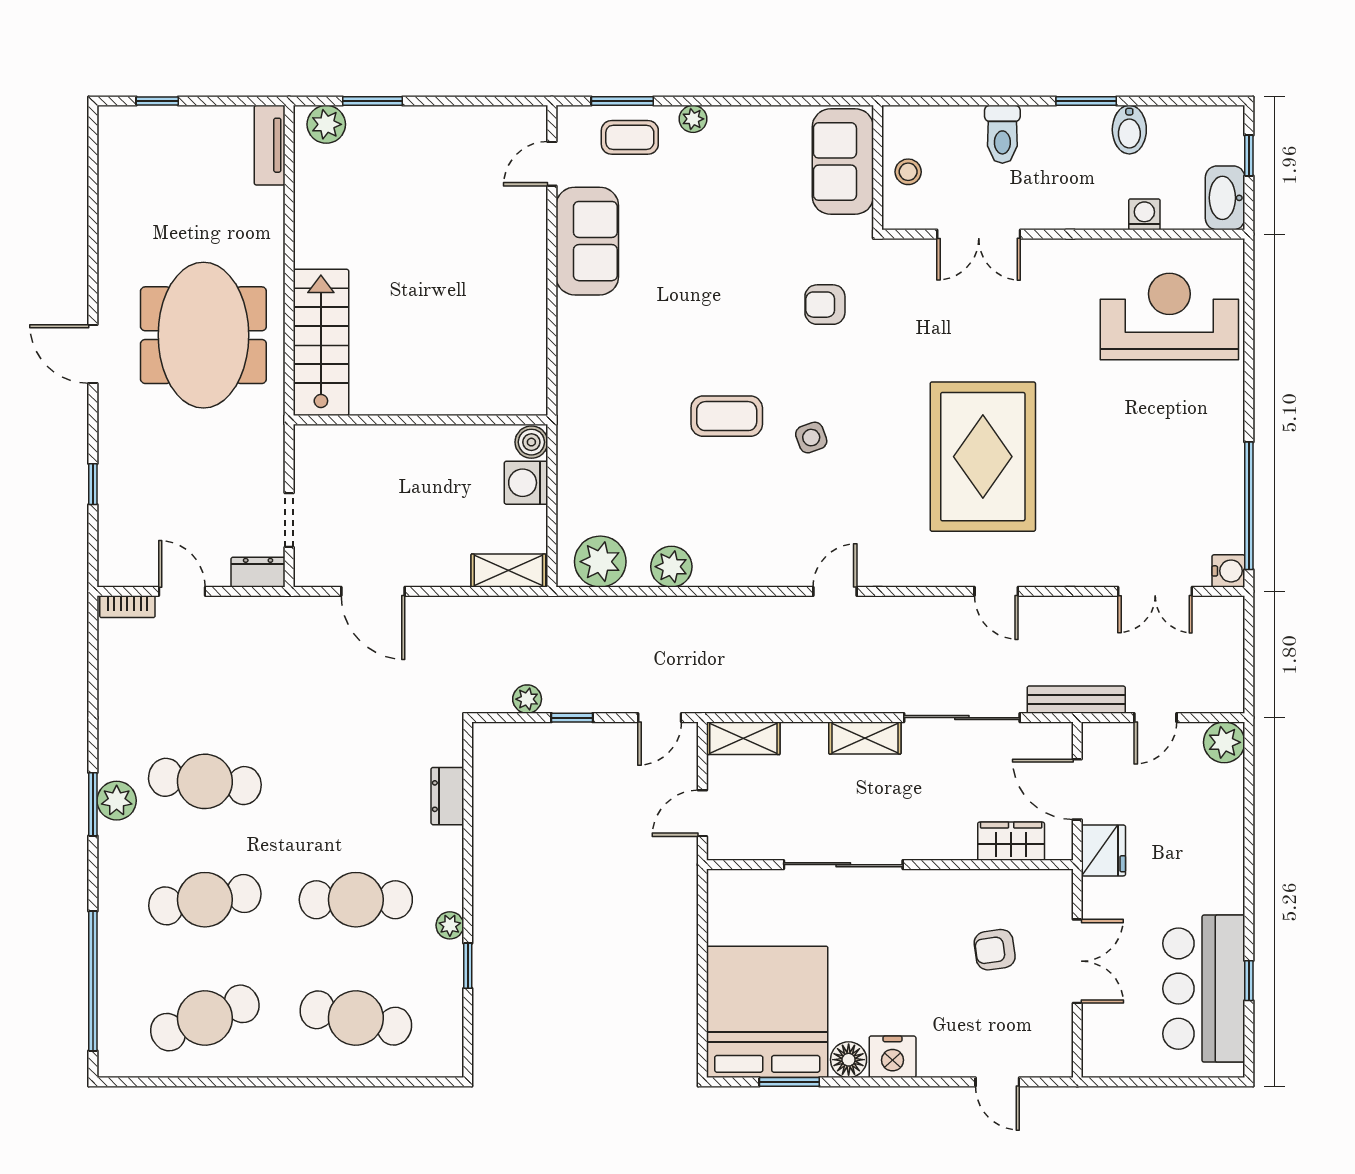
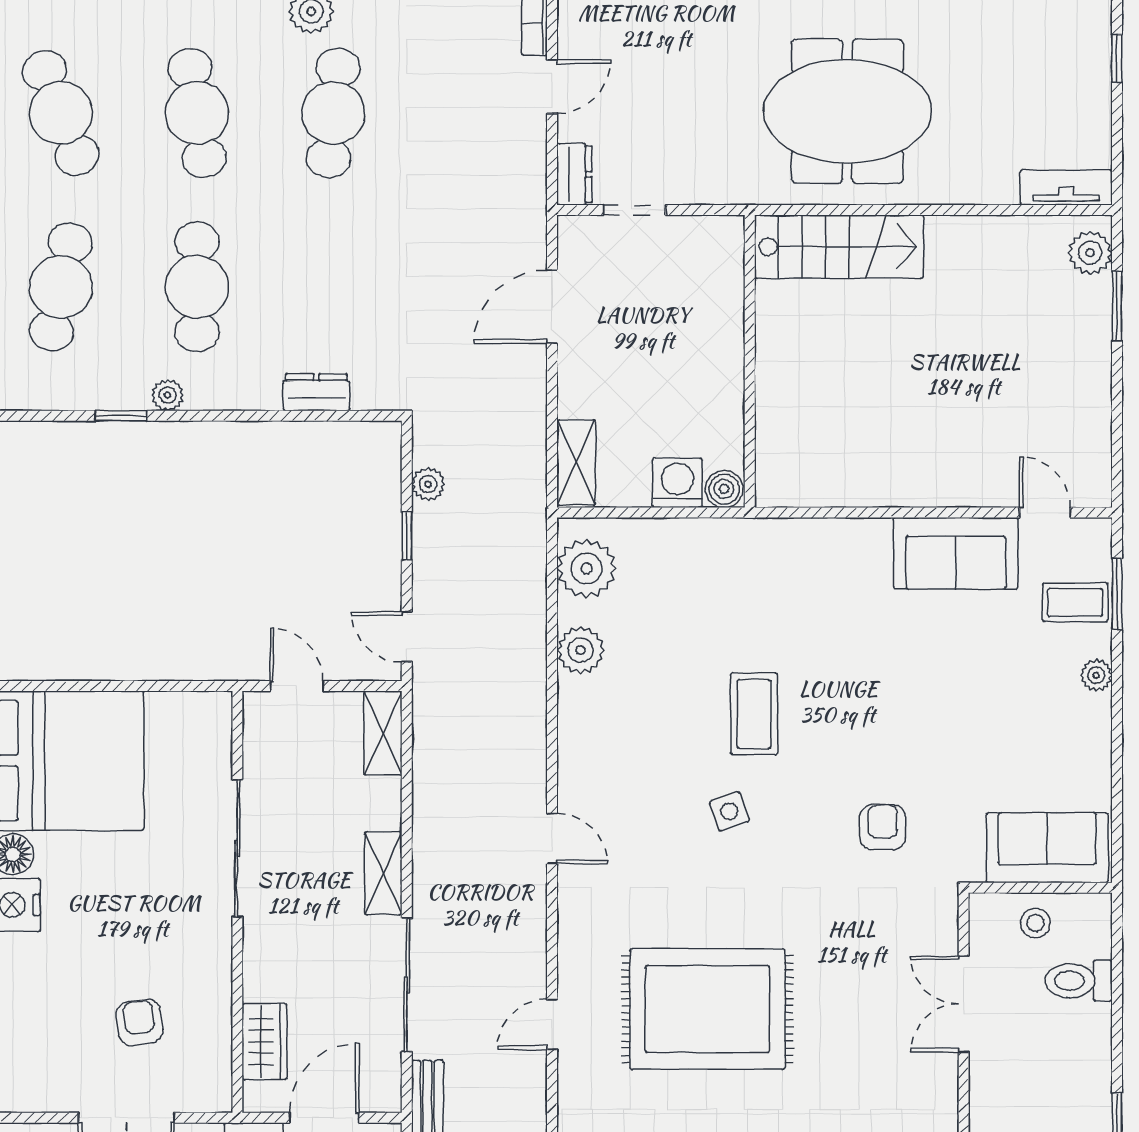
toilet: (1002, 134) -> (1079, 981), moved
coffee table: (630, 137) -> (1075, 602), turned 90

